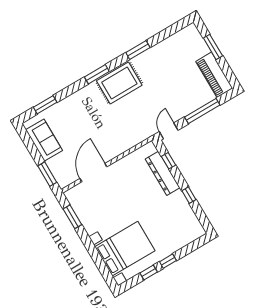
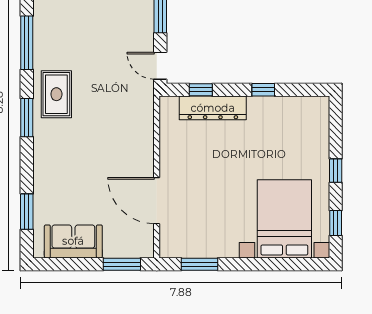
window: (138, 50) -> (27, 43), width x1.44
rug: (119, 83) -> (56, 94), width x0.73, depth x0.70
window: (149, 273) -> (336, 223), moved

